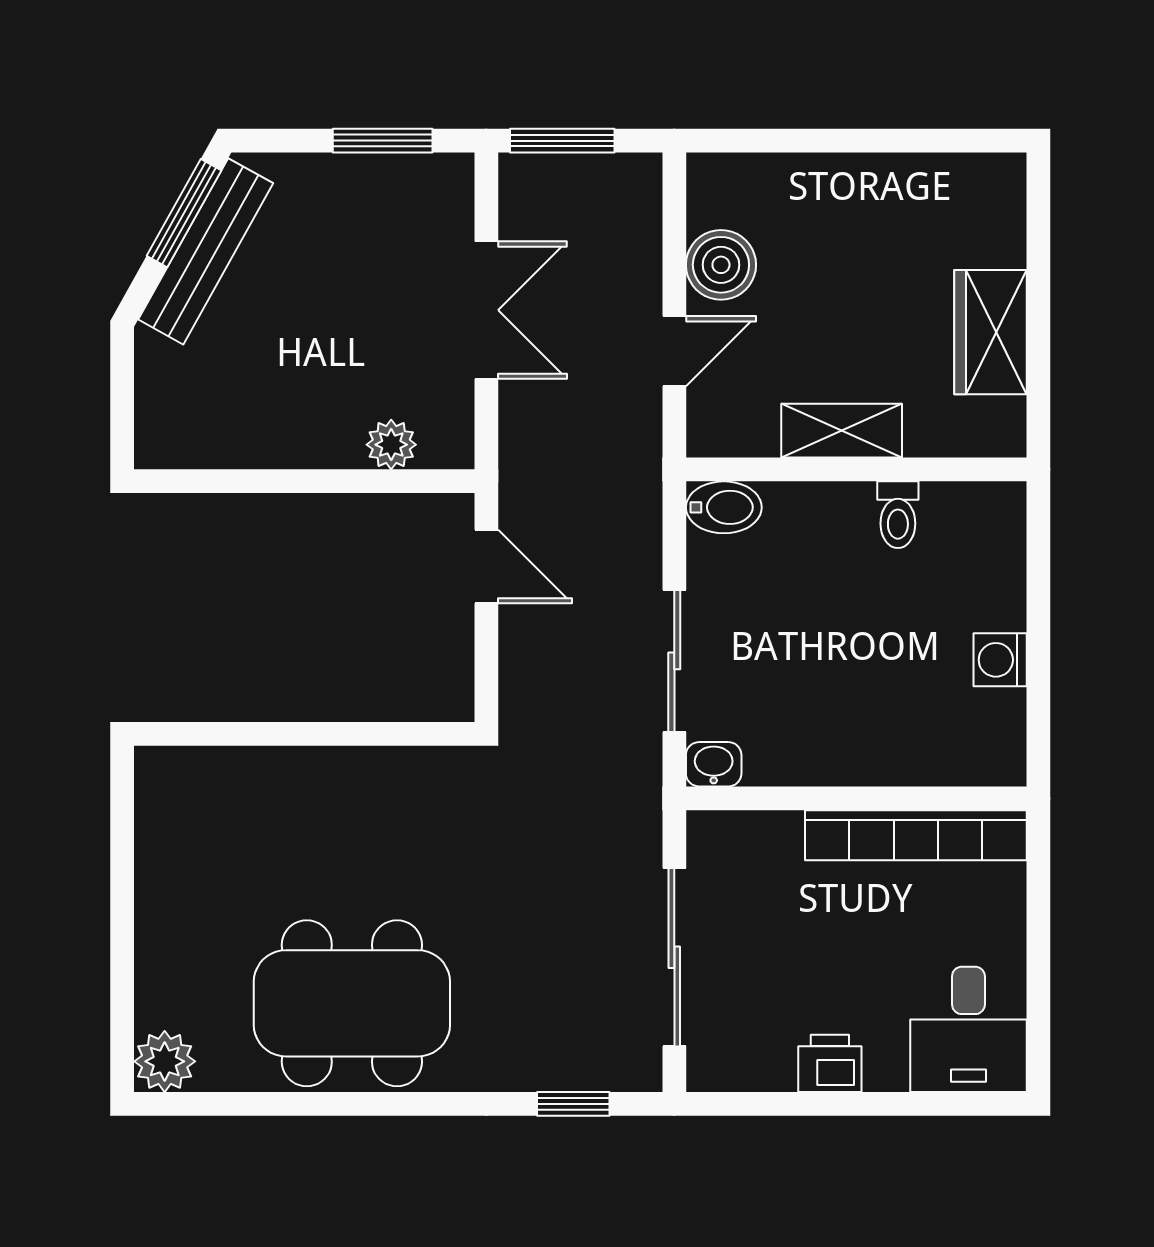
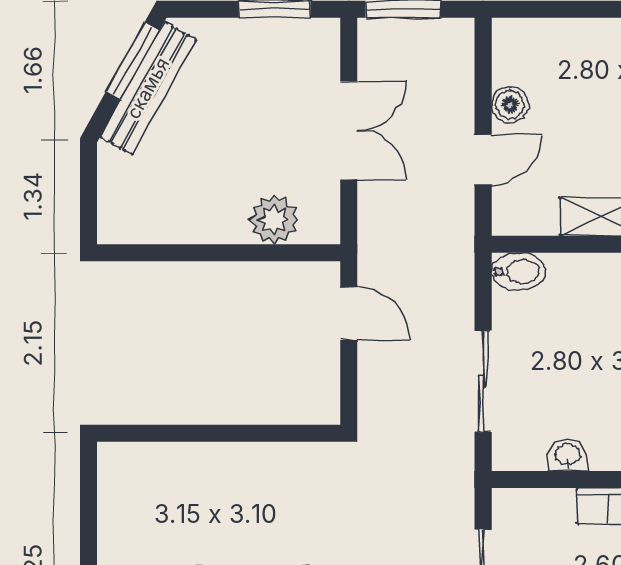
boiler: (721, 265) -> (510, 105), width x0.73, depth x0.73
plant: (391, 445) -> (274, 220), width x1.38, depth x1.38
washbasin: (714, 764) -> (568, 455), moved

